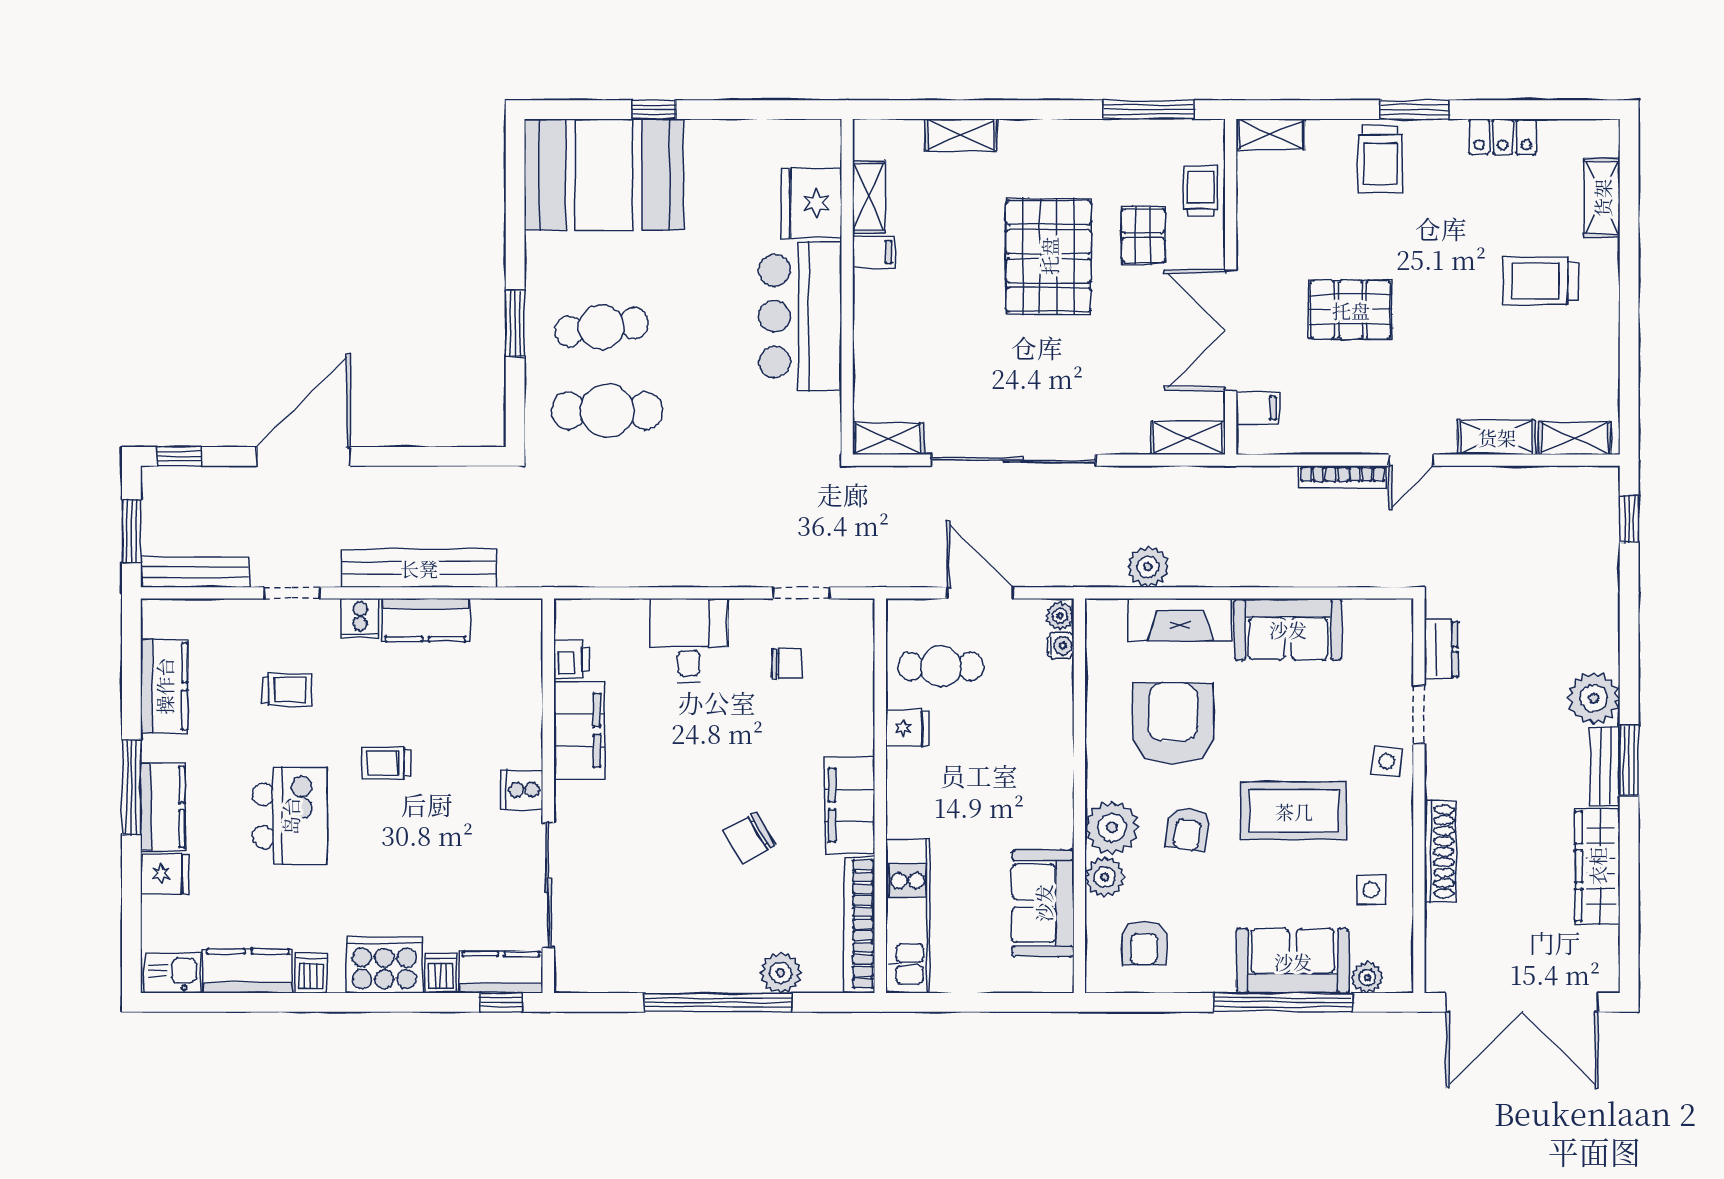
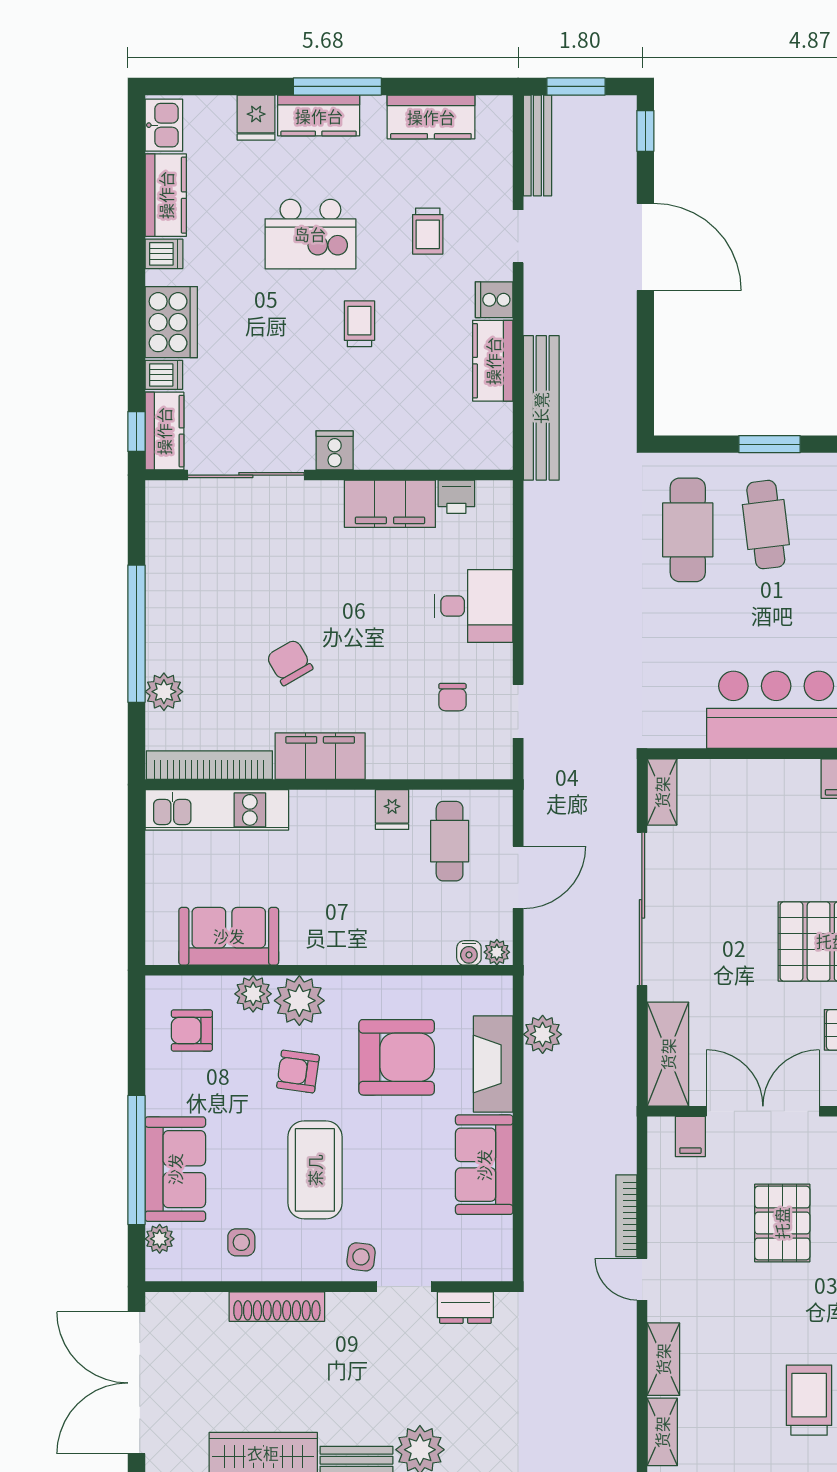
shelving: (1188, 438) -> (668, 1054), width x1.50, depth x1.33
bench: (419, 568) -> (541, 408), moved

